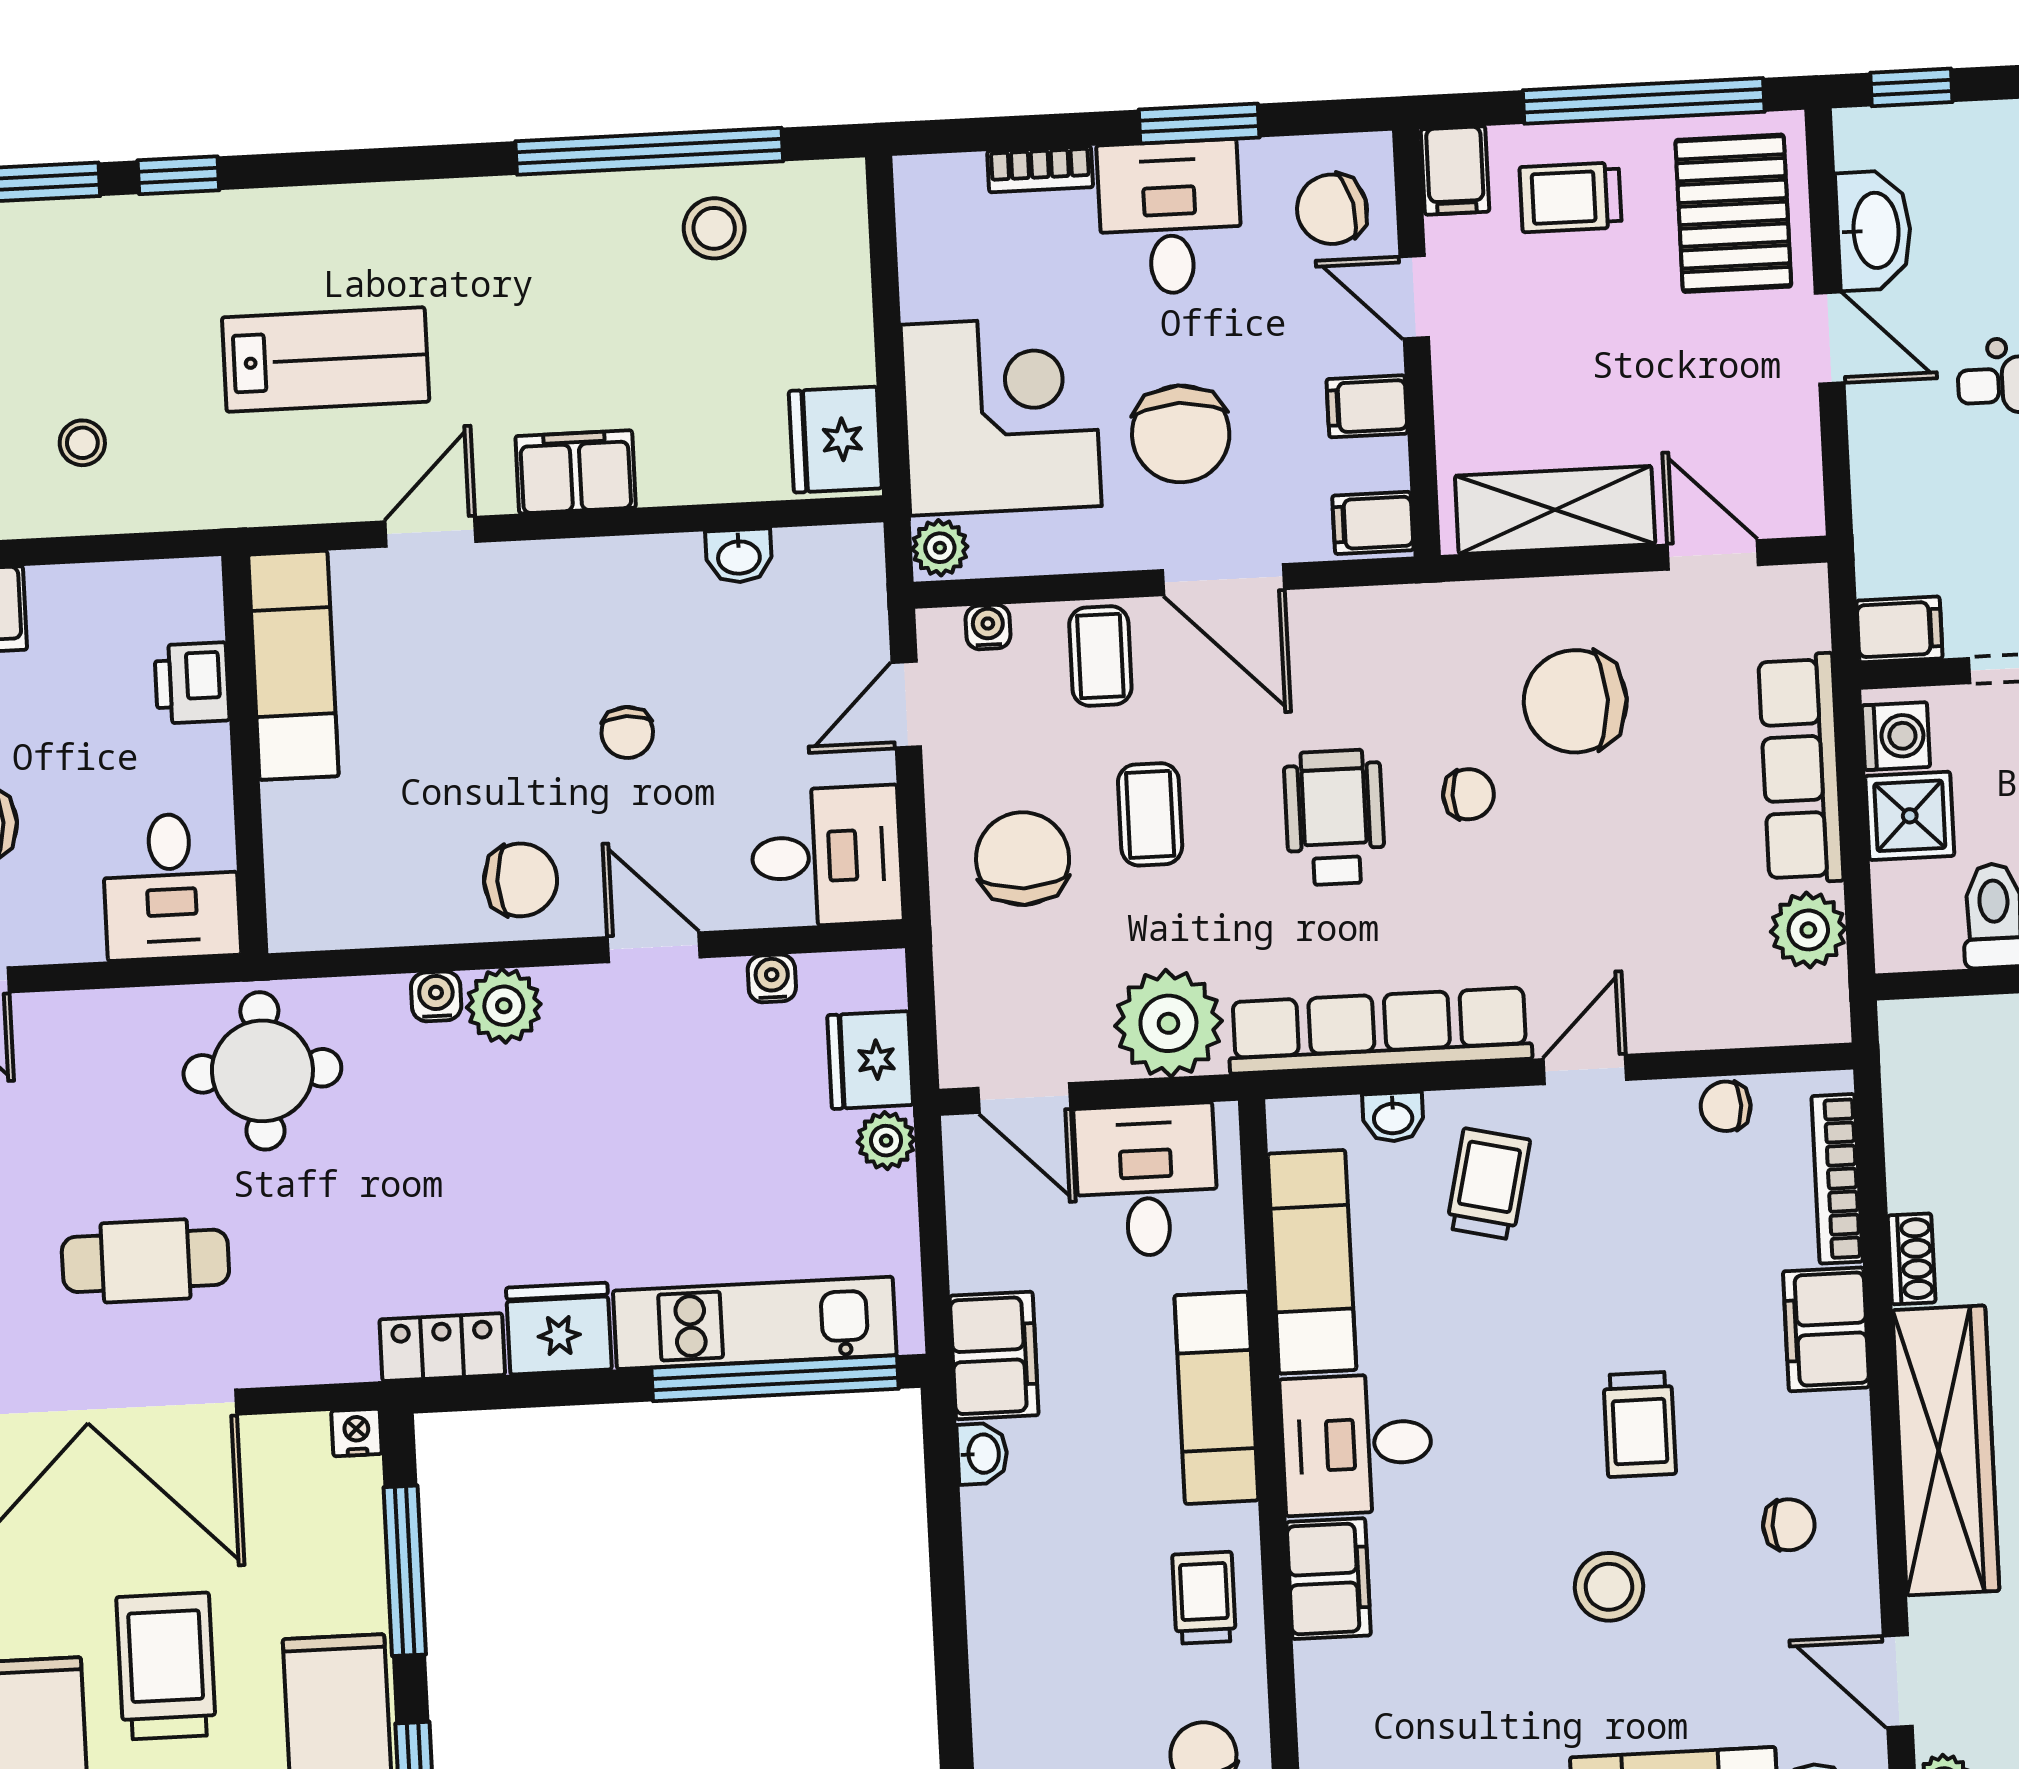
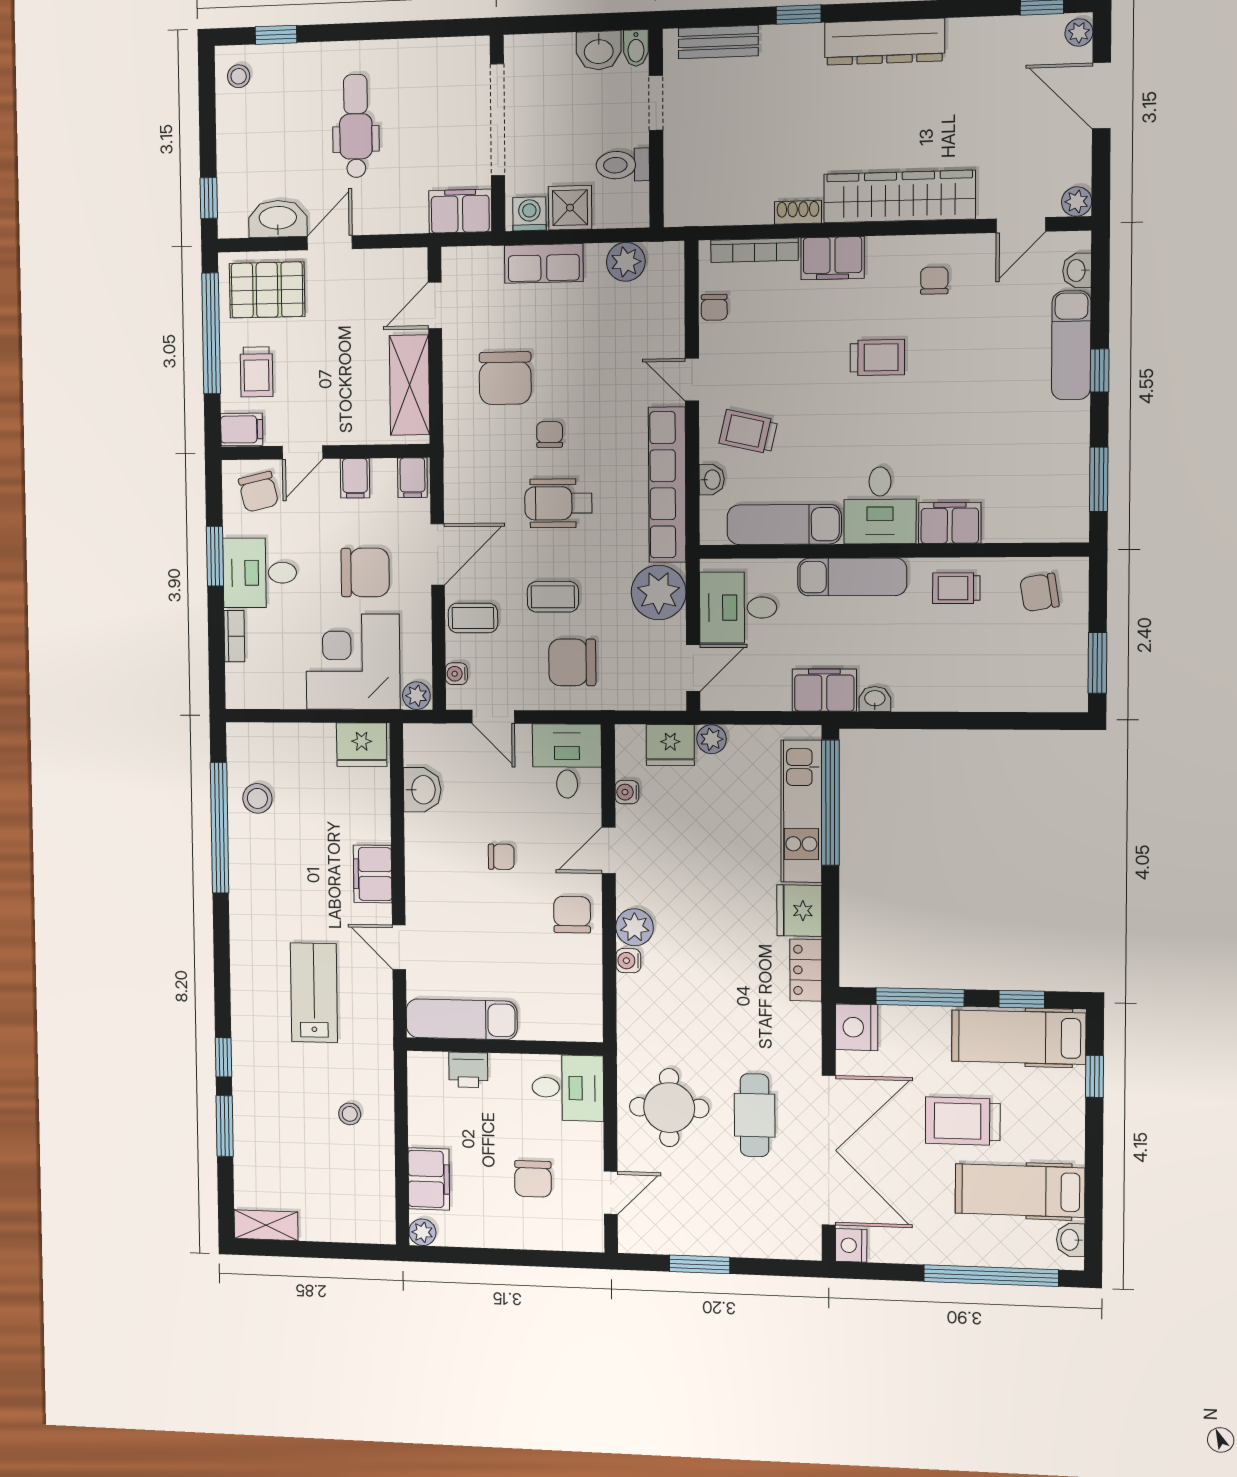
washbasin: (739, 556) -> (422, 790), width x1.38, depth x1.45
filing cabinet: (1899, 629) -> (460, 211), width x2.00
row of seats: (1801, 768) -> (544, 263), width x0.68
round table: (262, 1071) -> (669, 1108), moved
nightstand: (357, 1432) -> (857, 1027), width x1.89, depth x1.79
stool: (1609, 1587) -> (962, 376), removed

